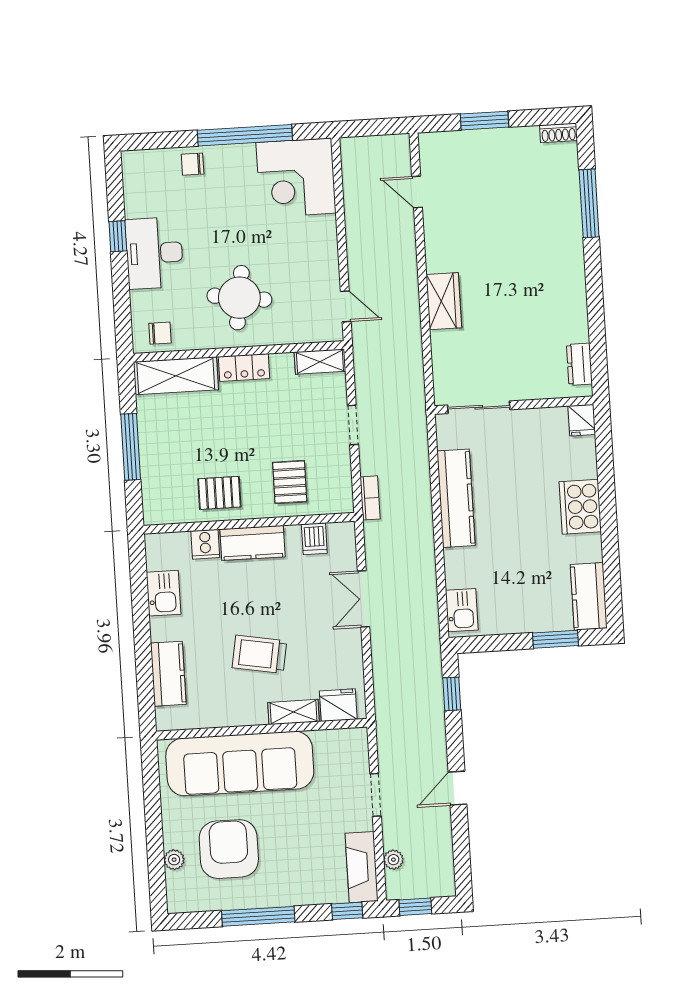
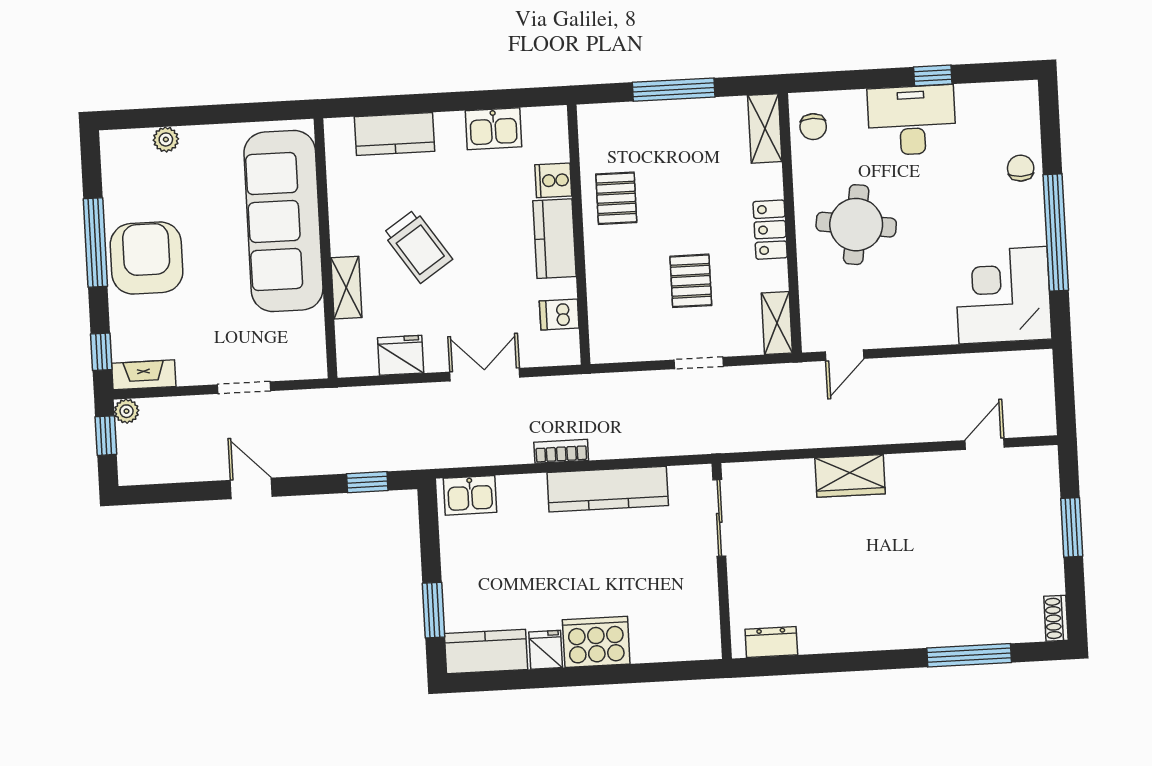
shelving: (176, 376) -> (765, 128), width x0.67, depth x0.75
fridge: (582, 420) -> (546, 650), moved, turned 90
pallet: (290, 482) -> (691, 281), moved, turned 90
bookcase: (370, 498) -> (561, 451), moved, turned 180
trolley: (260, 654) -> (418, 246), turned 136
fridge: (338, 705) -> (401, 355), moved, turned -90
armchair: (229, 849) -> (147, 258), moved, turned -90
plant: (393, 860) -> (127, 411), moved
fireplace: (362, 867) -> (144, 375), width x0.73, depth x0.76

